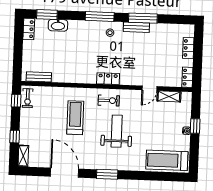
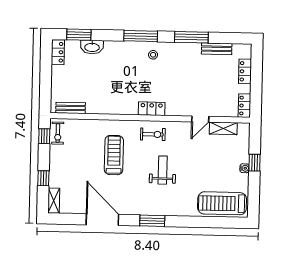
bench: (136, 27) -> (217, 49), moved
weight bench: (117, 131) -> (163, 170), width x0.73, depth x0.75

